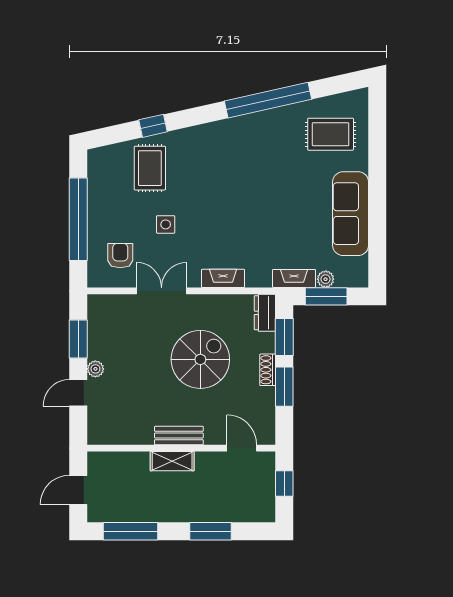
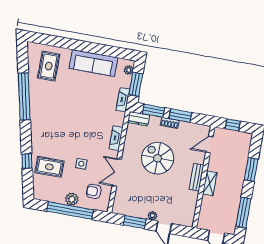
plant: (99, 219) -> (72, 199), added
plant: (326, 279) -> (129, 70), moved

